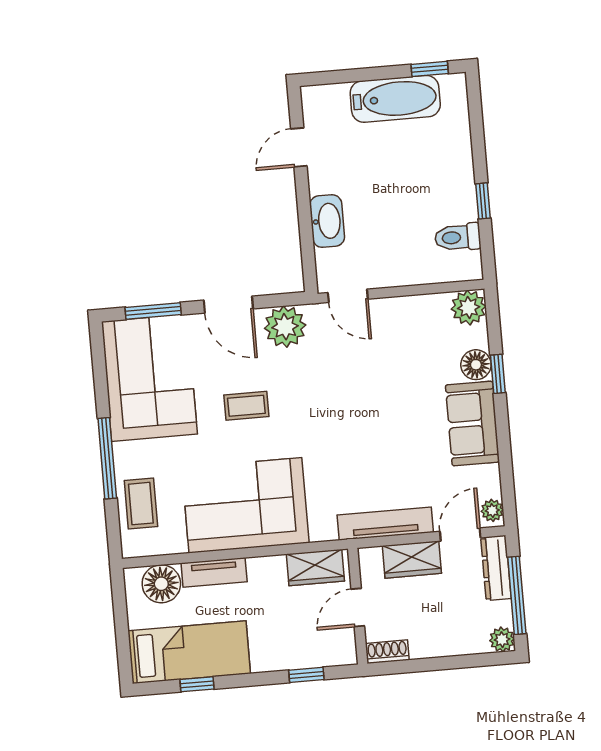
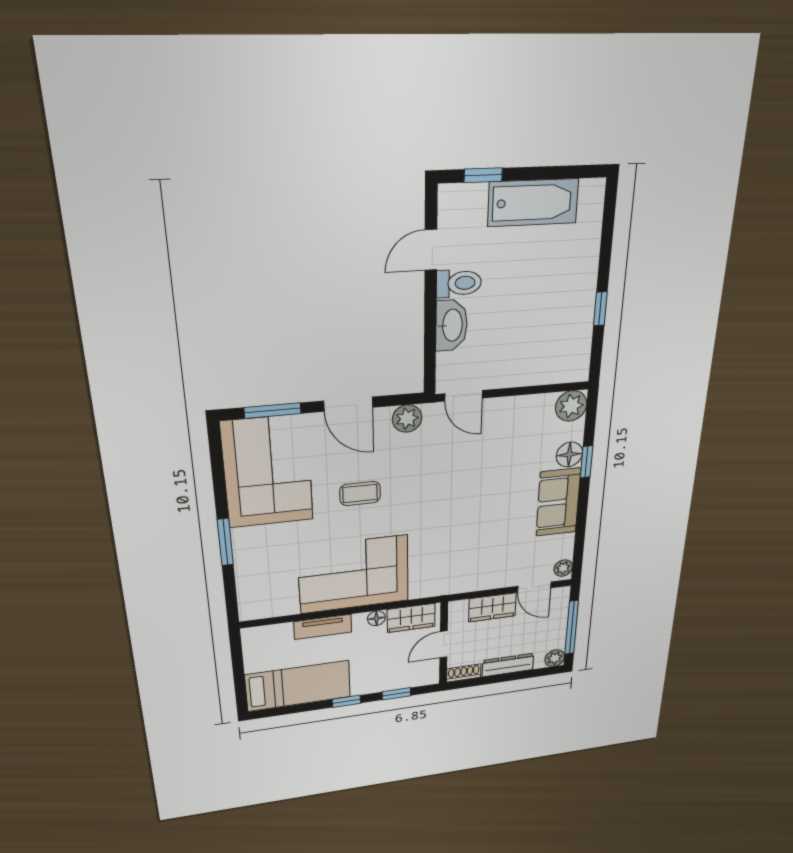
window: (430, 69) -> (483, 175), moved
toilet: (458, 237) -> (459, 283), moved, turned 180
plant: (285, 327) -> (407, 419), width x0.73, depth x0.73
window: (107, 458) -> (225, 542), width x0.69
coffee table: (141, 504) -> (258, 578), removed
tv unit: (385, 524) -> (474, 582), removed
door: (460, 535) -> (534, 587), swing flipped
dresser: (496, 568) -> (508, 665), moved, turned 90
floor lamp: (161, 584) -> (376, 618), moved, width x0.53, depth x0.53
window: (197, 684) -> (346, 701), moved

